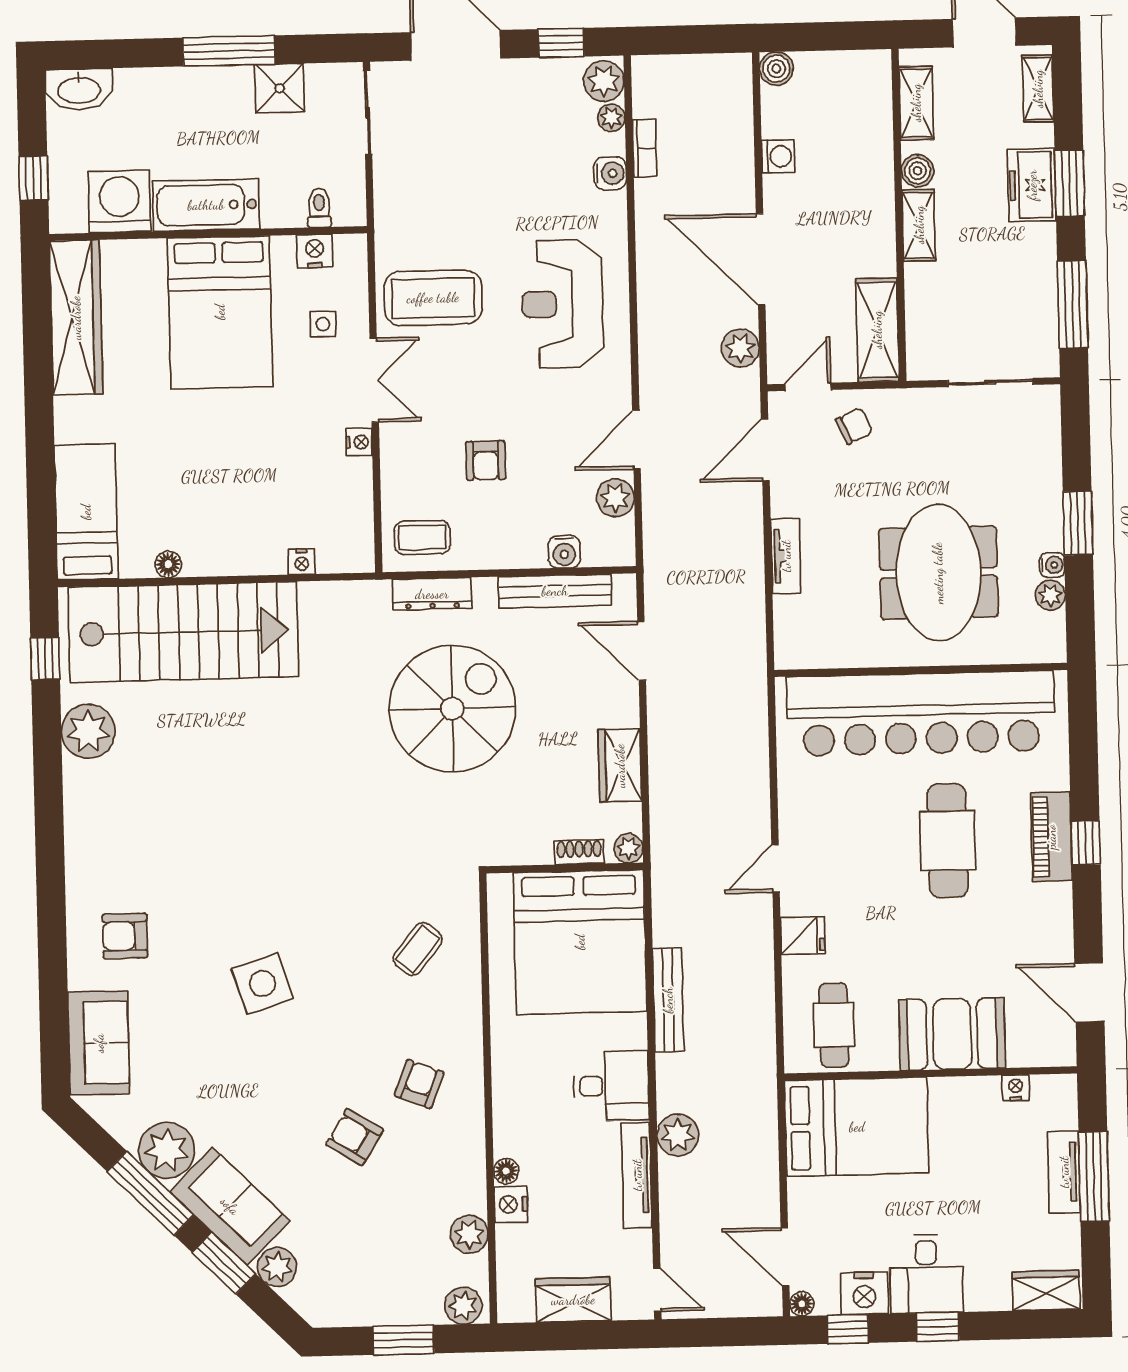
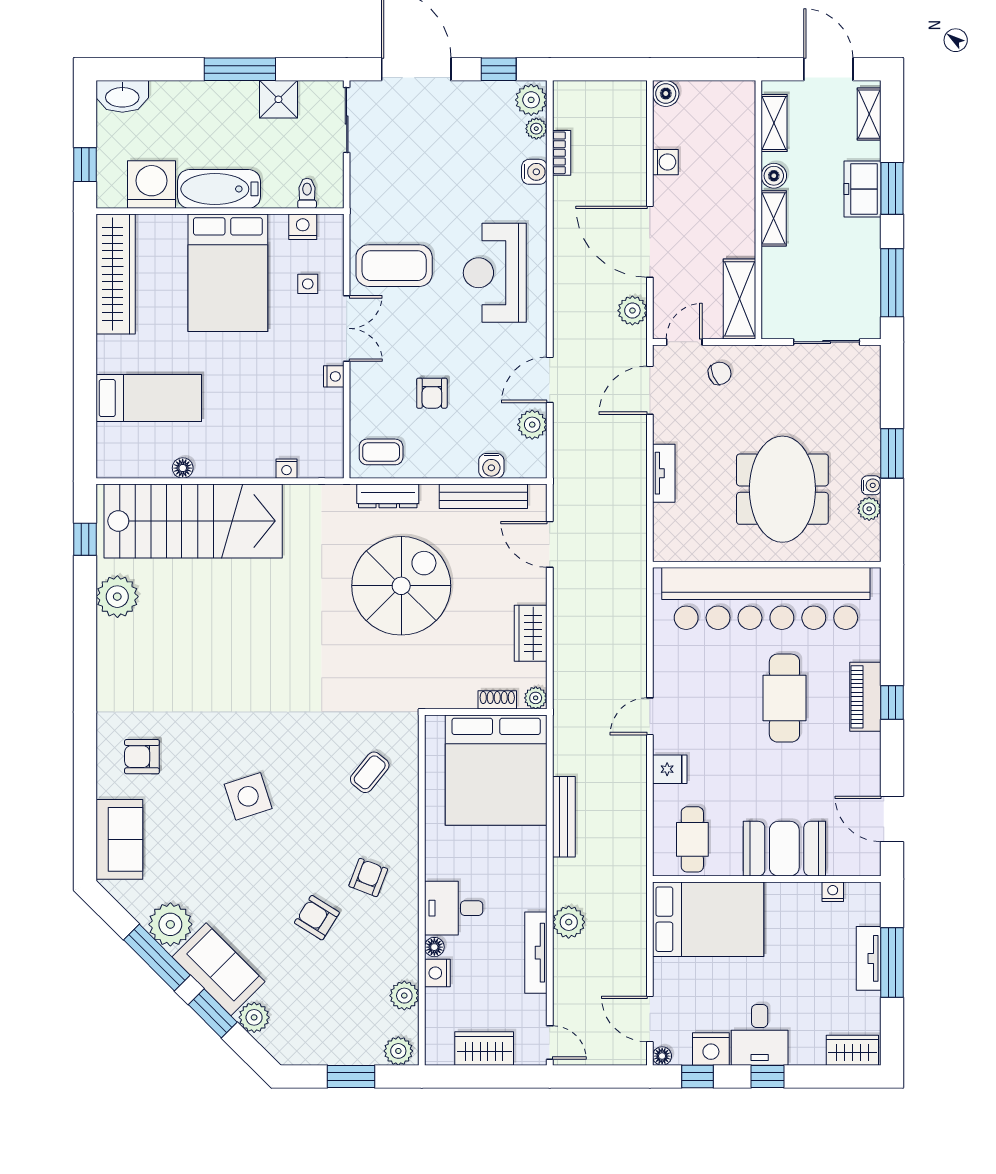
bed: (86, 512) -> (149, 398), moved, turned 90
desk: (611, 1086) -> (454, 908), moved, turned 180

